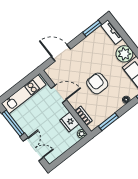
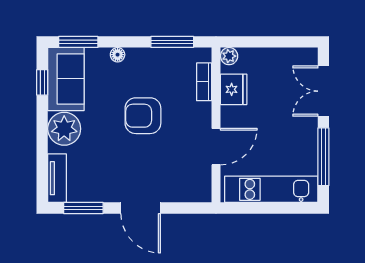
door: (61, 53) -> (141, 208), moved
armchair: (97, 83) -> (143, 116), turned 90
door: (59, 94) -> (216, 147), swing flipped

